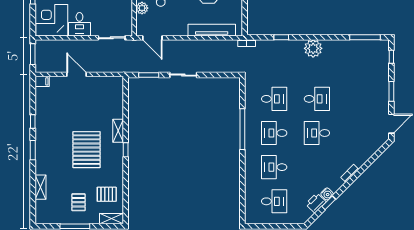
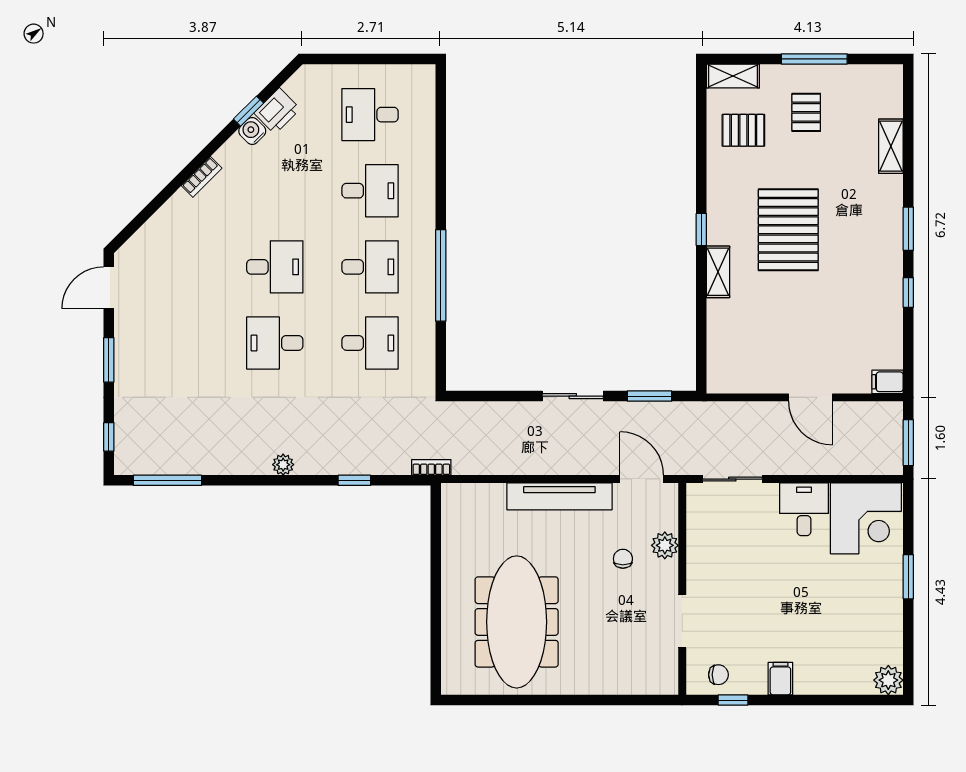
tv unit: (212, 30) -> (559, 496), moved
plant: (313, 48) -> (283, 465), width x0.53, depth x0.53
desk: (274, 99) -> (370, 343), turned 180

